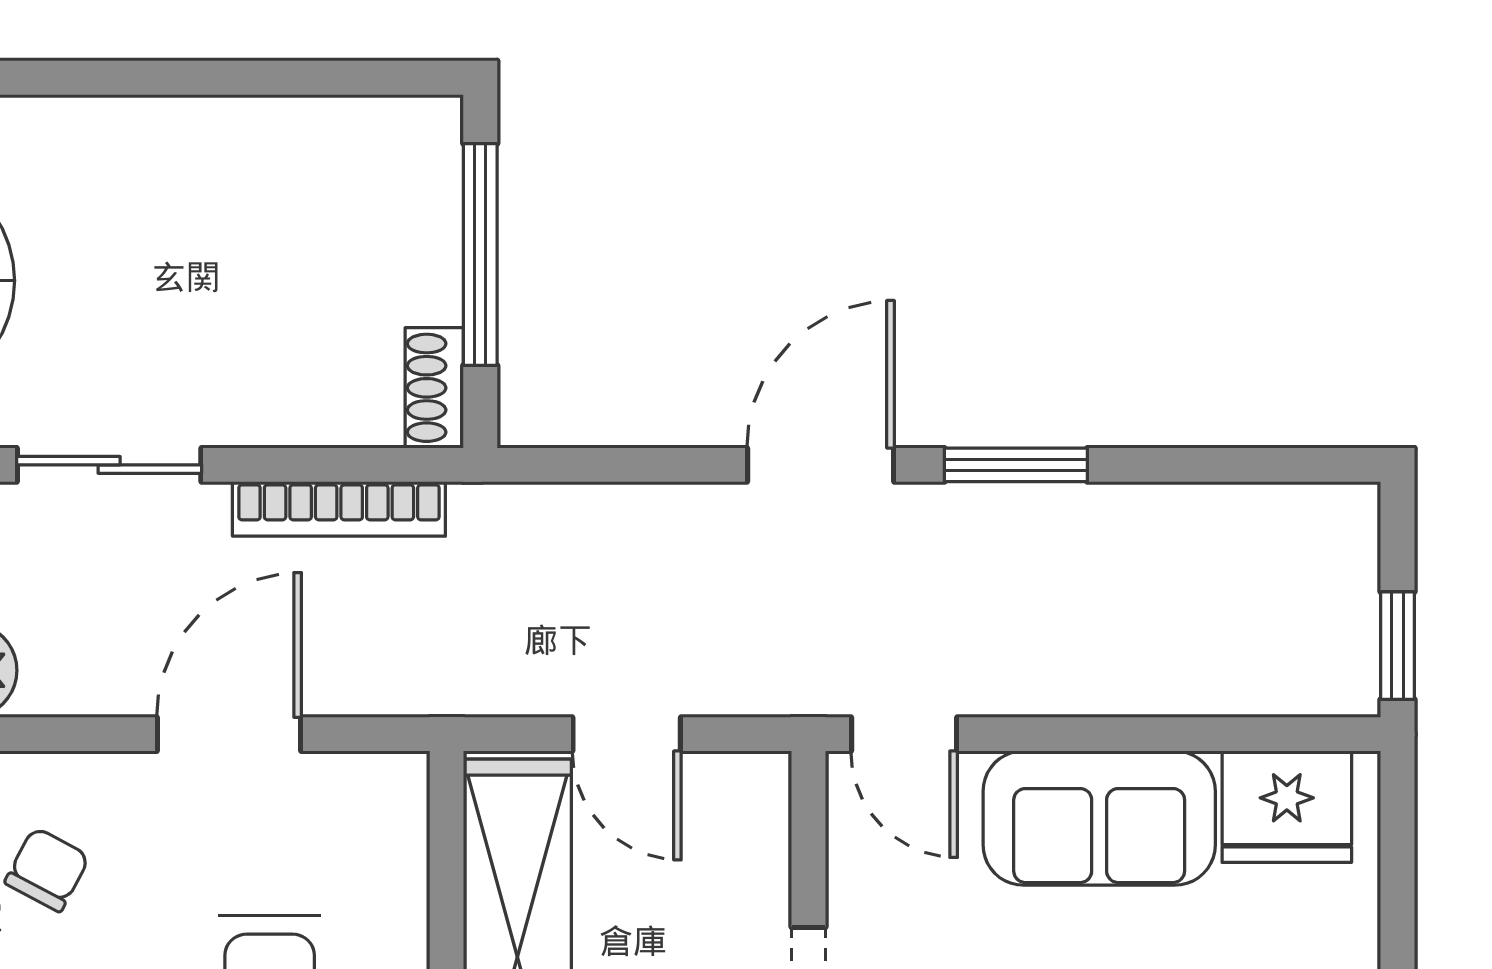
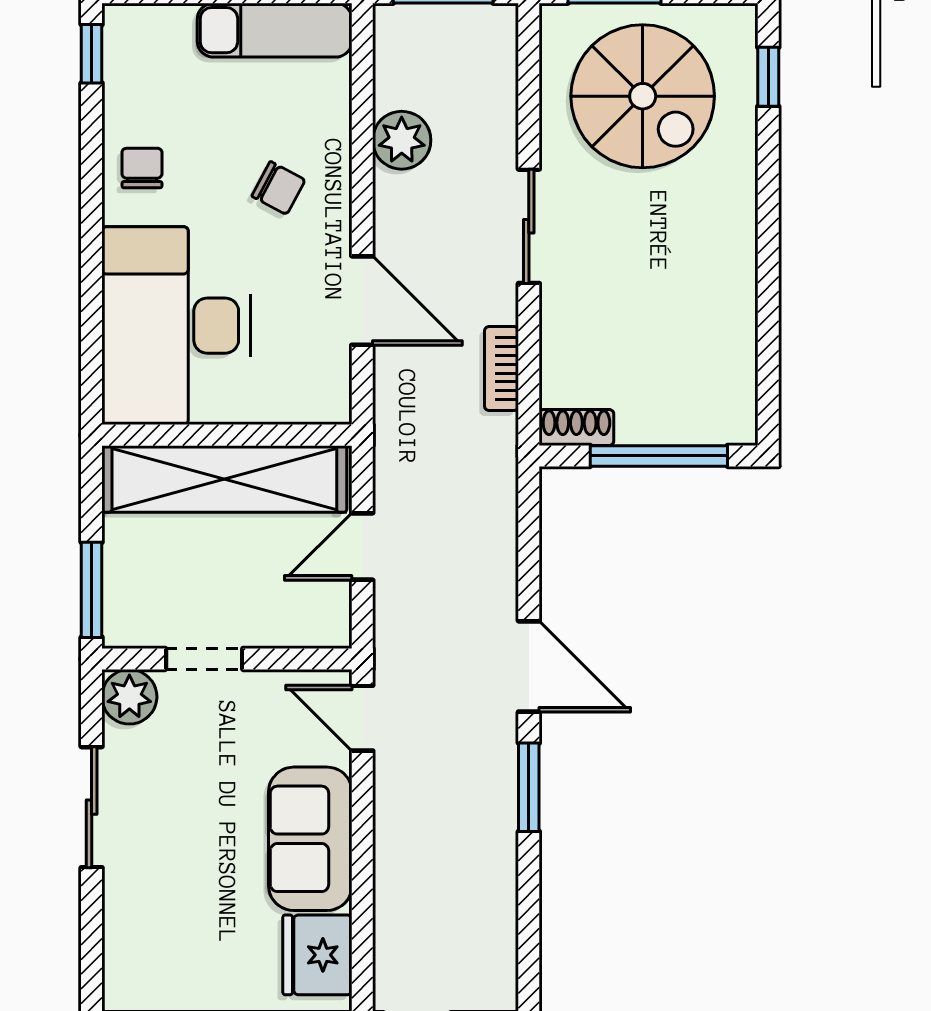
bookcase: (339, 509) -> (502, 369), width x0.64
door: (904, 734) -> (362, 718), hinge flipped

